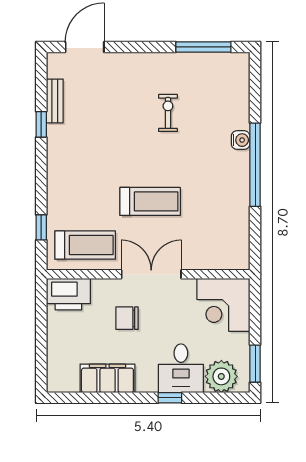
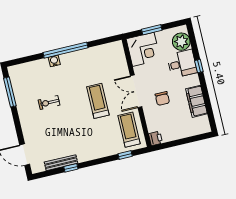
bench: (55, 101) -> (61, 163), width x1.36
printer: (68, 294) -> (156, 138), width x0.53, depth x0.68
window: (255, 364) -> (152, 30), moved

